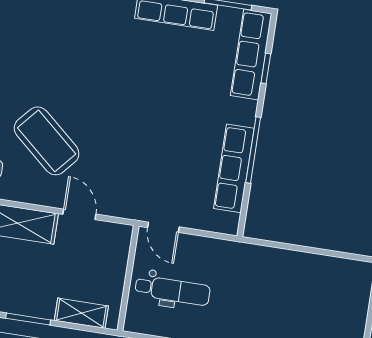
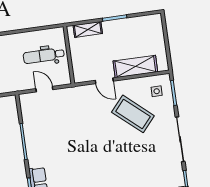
row of seats: (234, 168) -> (31, 129), removed
door: (163, 227) -> (44, 89), moved

